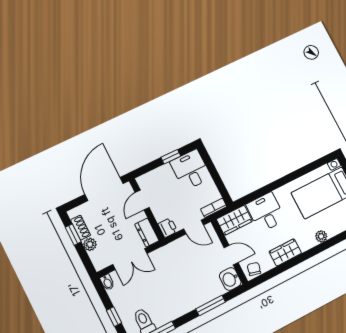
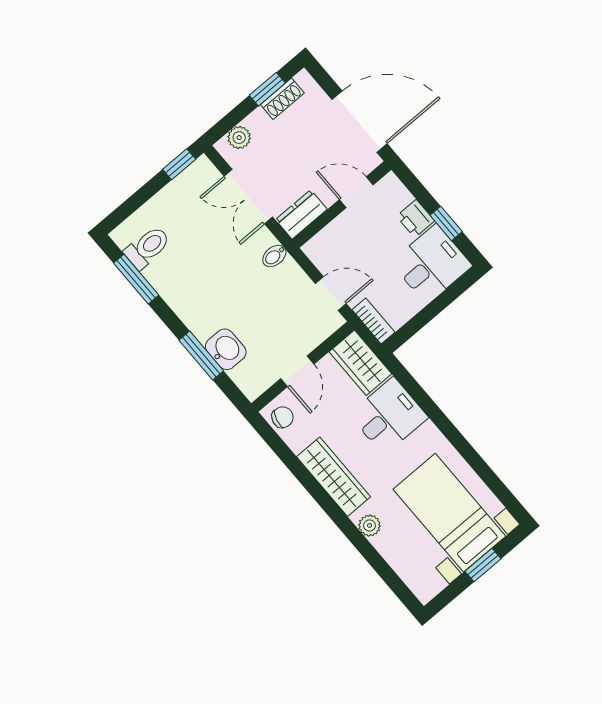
door: (194, 227) -> (331, 294), swing flipped
printer: (168, 228) -> (416, 218), moved, turned 90
plant: (90, 244) -> (239, 138), moved
wardrobe: (285, 252) -> (334, 477), width x1.50
washbasin: (230, 279) -> (226, 349), moved, turned 90
bidet: (107, 282) -> (274, 256), moved
window: (114, 317) -> (179, 164), moved

